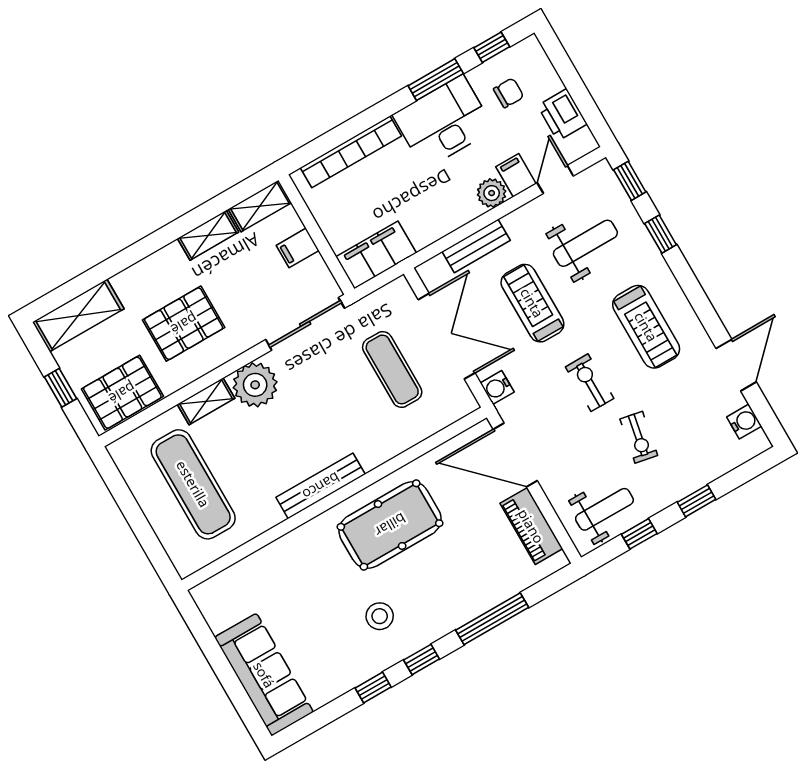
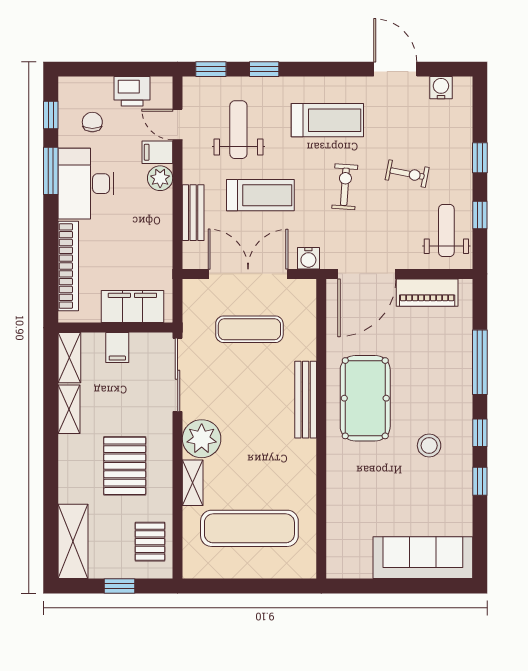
filing cabinet: (376, 255) -> (132, 307), moved, turned 90
treadmill: (532, 303) -> (260, 195), turned 180
exercise bike: (590, 383) -> (345, 187), turned 94
pallet: (122, 393) -> (150, 542), width x0.67, depth x0.71
bench: (321, 486) -> (306, 400), moved

